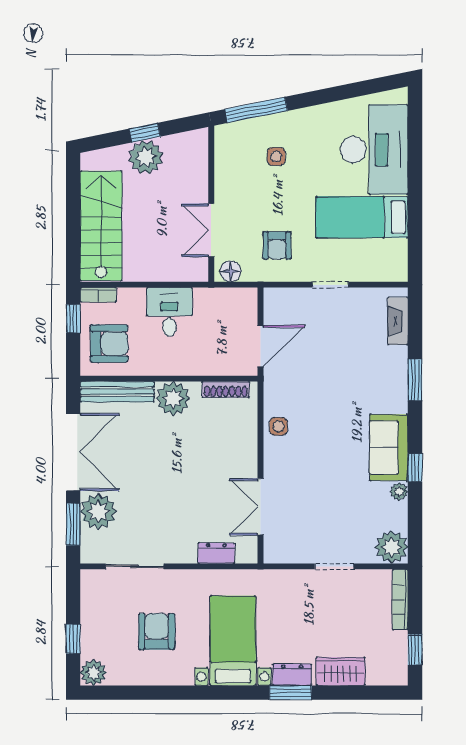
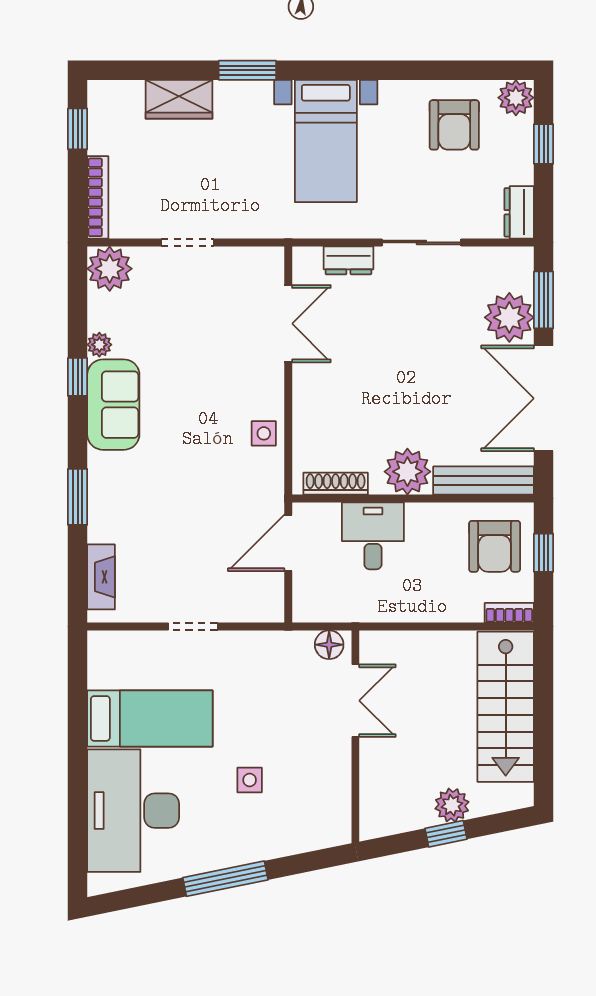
window: (256, 110) -> (225, 879), moved
side table: (276, 156) -> (250, 780), moved
plant: (146, 157) -> (452, 805), width x0.73, depth x0.73
armchair: (277, 245) -> (266, 680), removed
desk: (169, 312) -> (373, 536), moved, turned 180
window: (73, 319) -> (544, 553), moved
armchair: (109, 344) -> (495, 546), turned -90
sliding door: (135, 566) -> (421, 242), moved
armchair: (157, 631) -> (454, 125), moved
dresser: (292, 675) -> (519, 212), moved, turned 90

